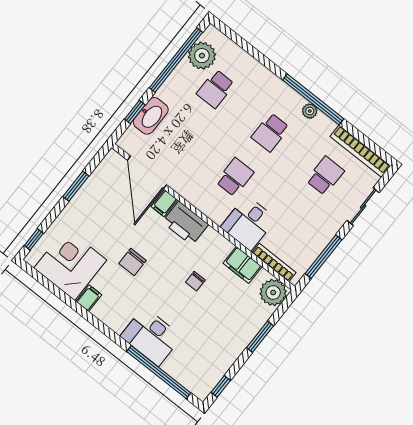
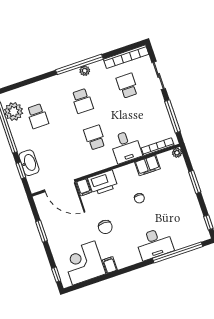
plant: (273, 292) -> (177, 153), width x0.53, depth x0.53

